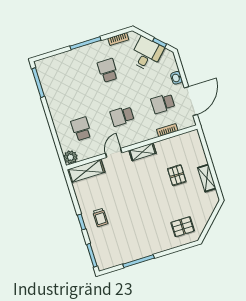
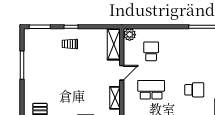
school desk: (122, 116) -> (151, 90), width x1.85
school desk: (81, 129) -> (151, 51), turned -90
door: (114, 153) -> (122, 73), hinge flipped

